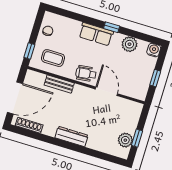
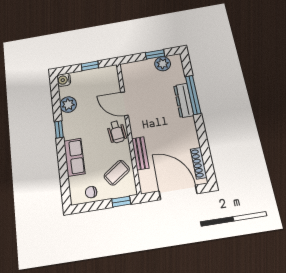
row of seats: (96, 34) -> (74, 157), moved
coffee table: (53, 58) -> (117, 173), turned 56
door: (106, 91) -> (125, 104), hinge flipped
dresser: (72, 136) -> (184, 100), moved
window: (86, 151) -> (193, 95), added

